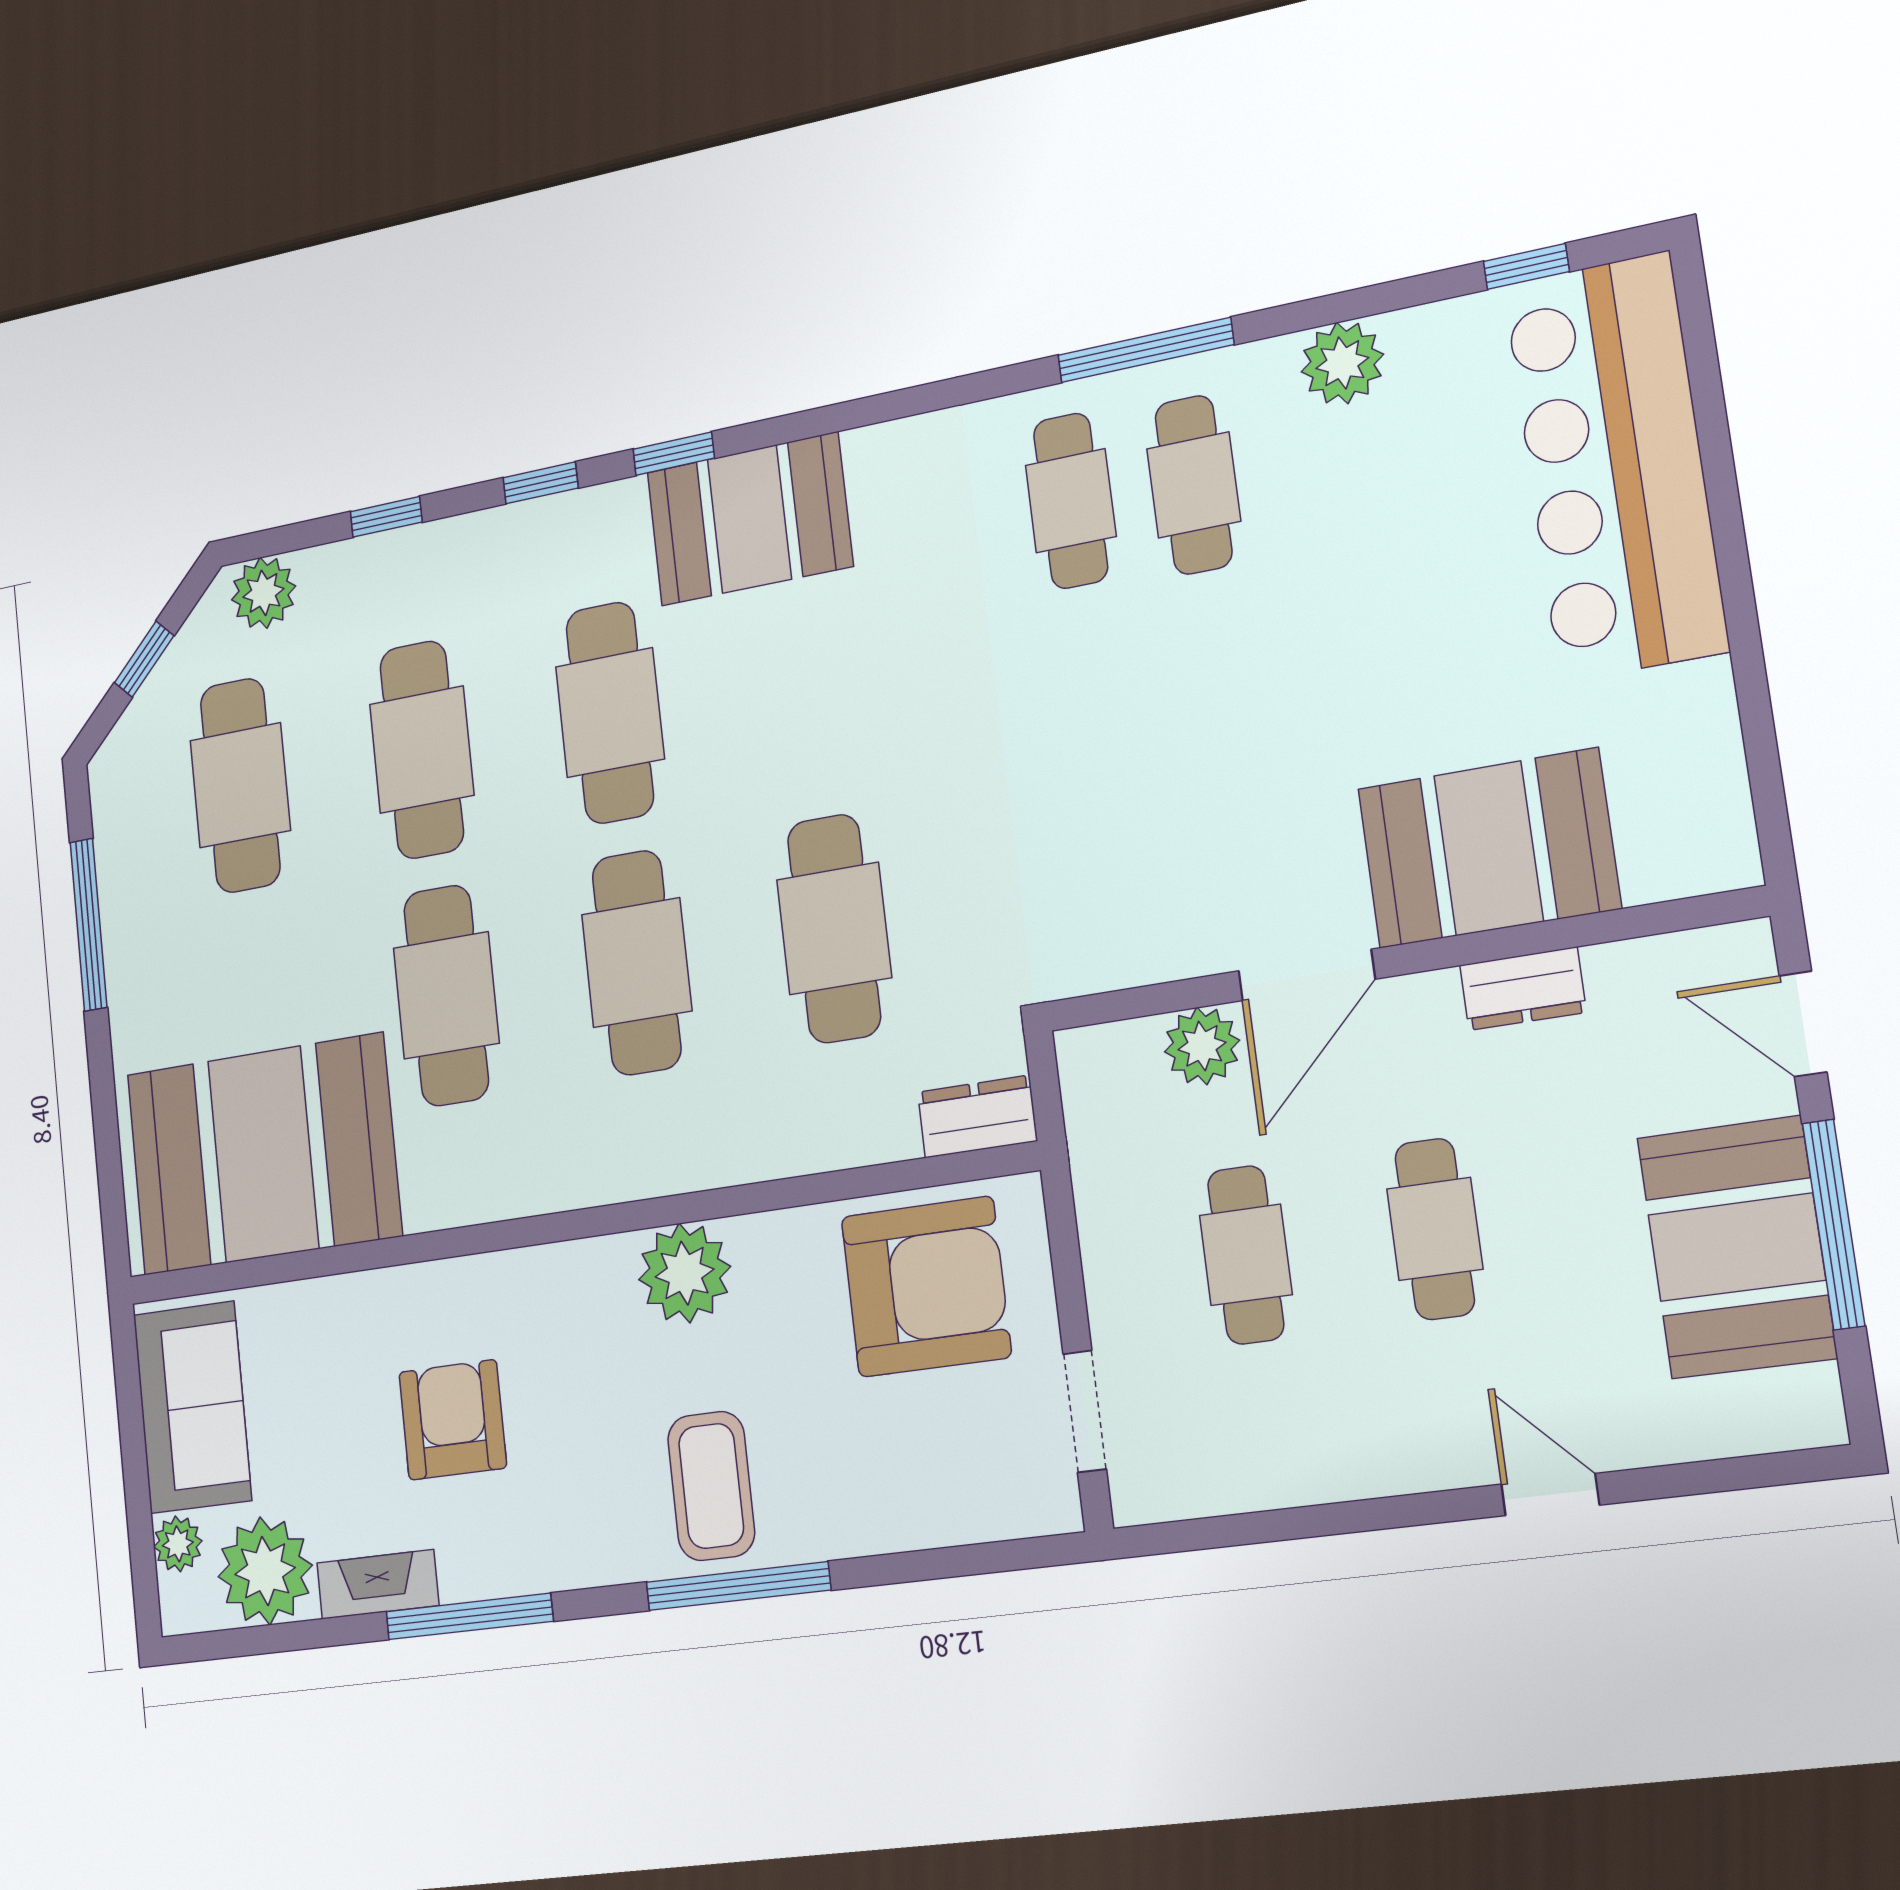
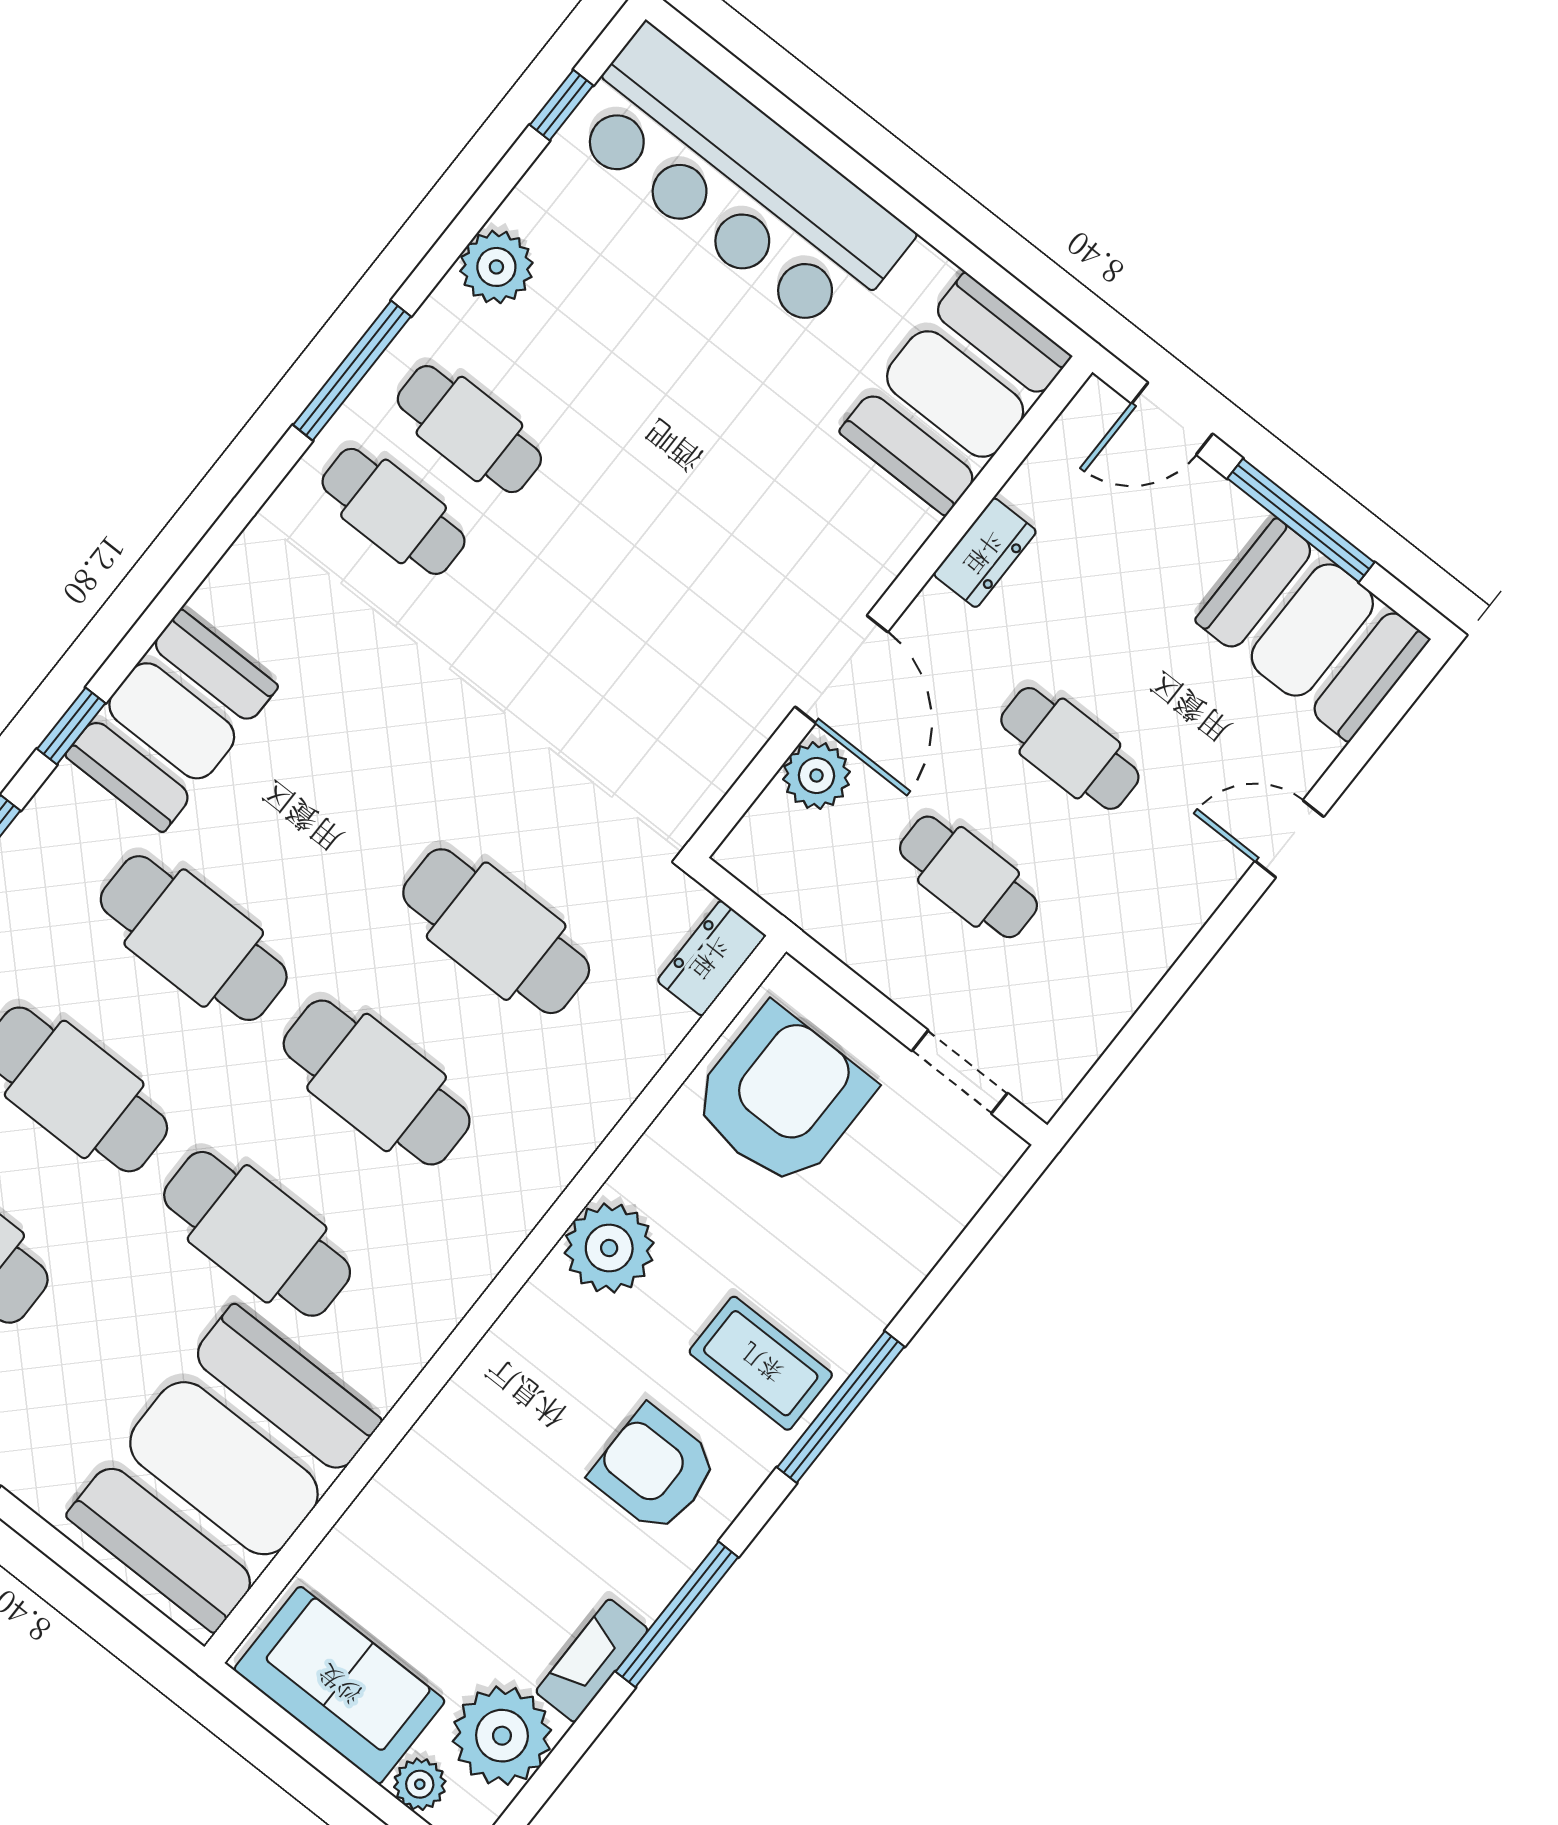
booth: (1488, 848) -> (955, 394), moved
booth: (1736, 1247) -> (1312, 630), moved
armchair: (453, 1420) -> (654, 1470), moved

